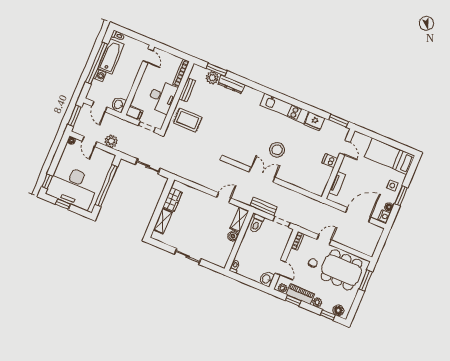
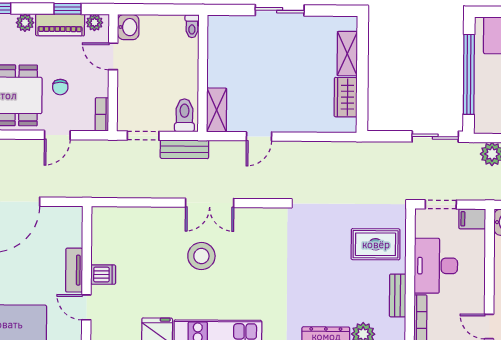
sliding door: (148, 166) -> (435, 137), moved
tv unit: (337, 184) -> (74, 270), moved
boiler: (233, 236) -> (216, 77), removed

